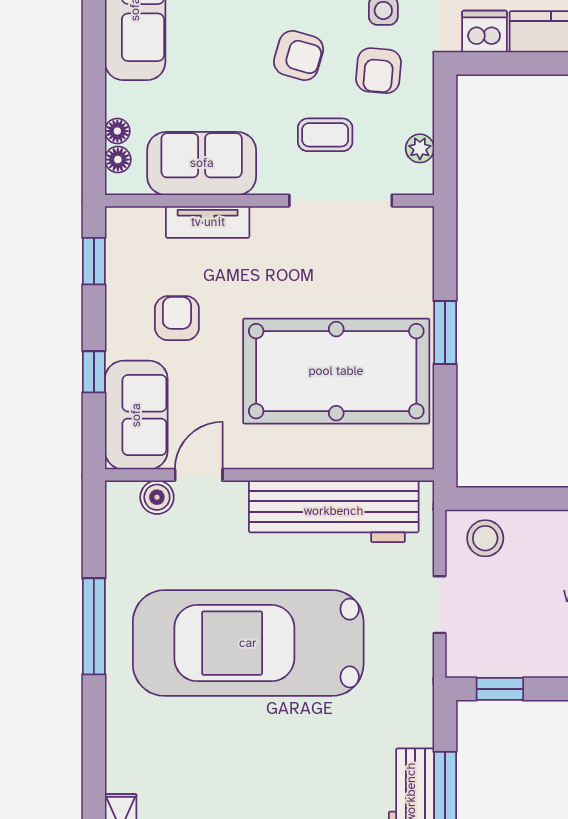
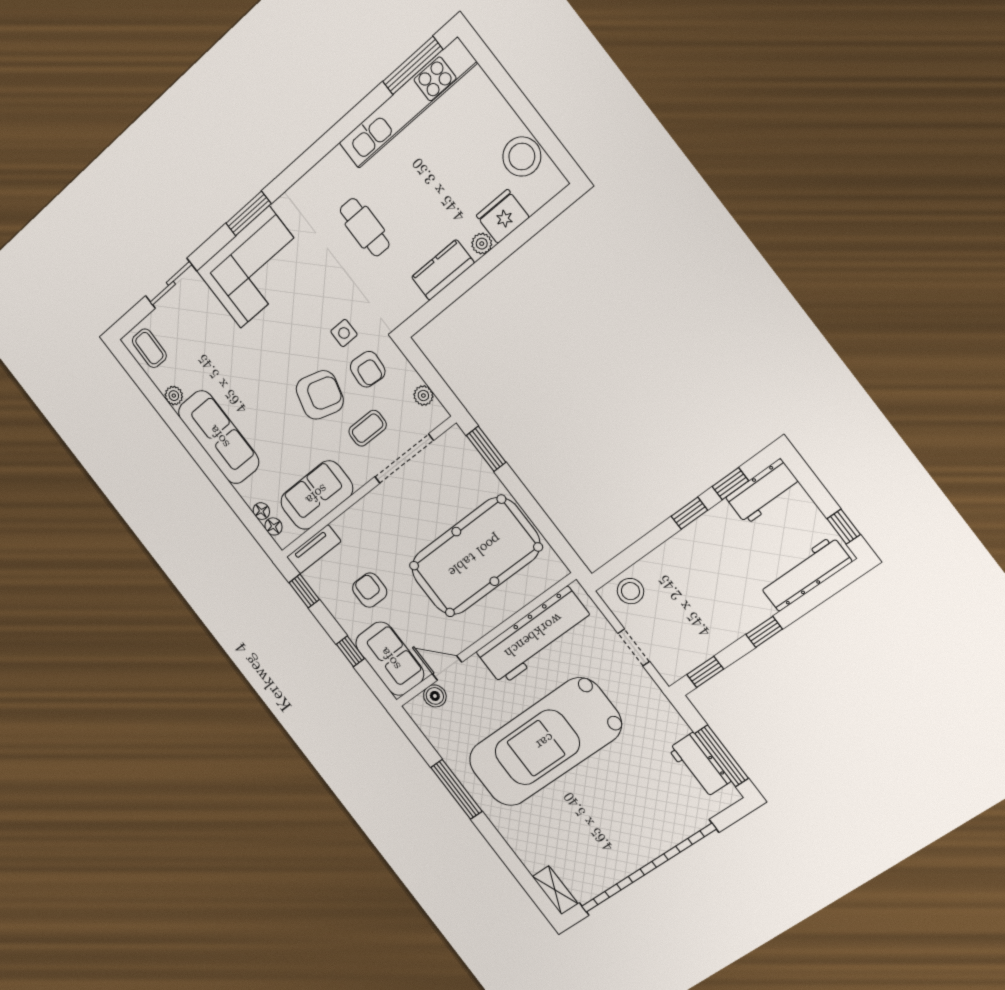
dishwasher: (485, 32) -> (407, 300), removed
armchair: (299, 55) -> (320, 395), width x1.38, depth x1.38
tv unit: (208, 222) -> (314, 549), moved
window: (445, 332) -> (486, 449), moved
door: (199, 475) -> (447, 668), hinge flipped

